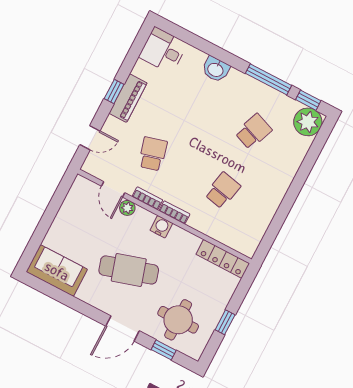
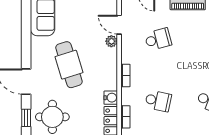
door: (113, 189) -> (119, 25), hinge flipped
bookcase: (147, 198) -> (125, 117), moved
water cooler: (161, 227) -> (111, 98), moved

